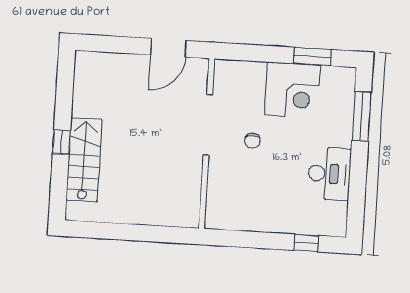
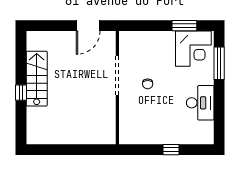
corner desk: (292, 90) -> (193, 49), moved
stairs: (84, 160) -> (37, 79), moved
window: (306, 243) -> (171, 150), moved

